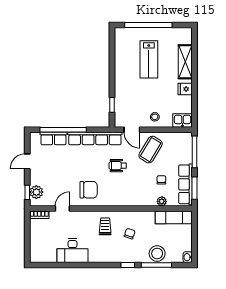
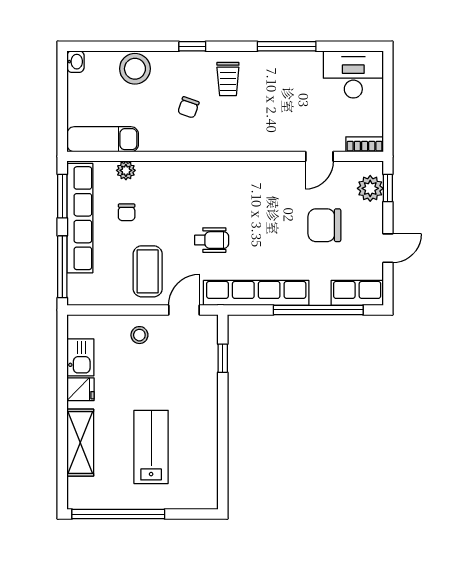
window: (148, 25) -> (118, 514), moved
kitchen sink: (183, 120) -> (80, 357), moved, turned -90
door: (132, 130) -> (184, 310), hinge flipped
row of seats: (53, 138) -> (357, 293), moved
coffee table: (151, 150) -> (148, 271), turned -31
row of seats: (185, 184) -> (80, 218), width x1.36
chair: (89, 190) -> (324, 225), moved
trolley: (105, 226) -> (228, 79), moved
desk: (73, 251) -> (353, 74), moved
window: (156, 265) -> (287, 46), moved

